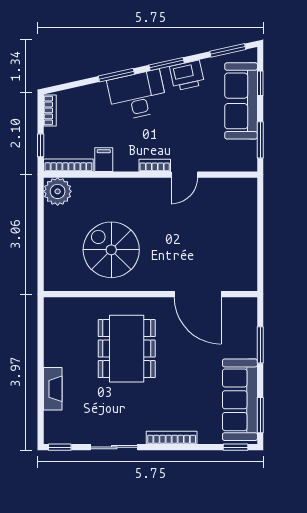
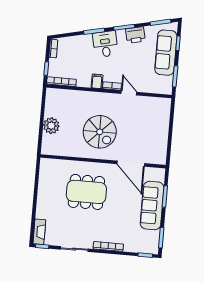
desk: (137, 95) -> (105, 44), width x0.73
filing cabinet: (104, 160) -> (97, 81), moved
door: (184, 175) -> (129, 93), swing flipped
plant: (58, 191) -> (51, 126), moved
spiral stairs: (111, 250) -> (100, 132), moved, turned 180
dining table: (127, 349) -> (86, 192), turned 90
fireplace: (53, 389) -> (39, 232), moved
sofa: (240, 400) -> (152, 205), moved

